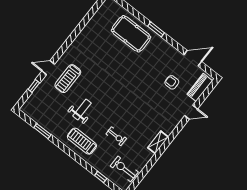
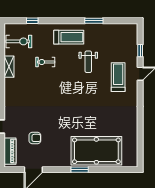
pool table: (131, 34) -> (96, 151), width x1.36, depth x1.32
window: (42, 131) -> (94, 21), moved
shelving: (158, 142) -> (9, 67), moved

